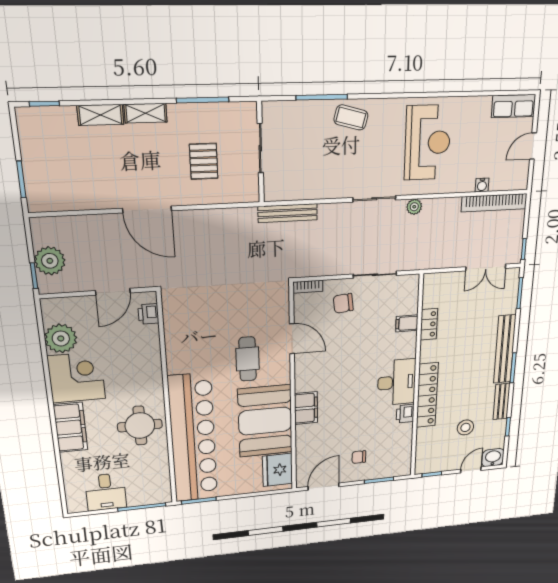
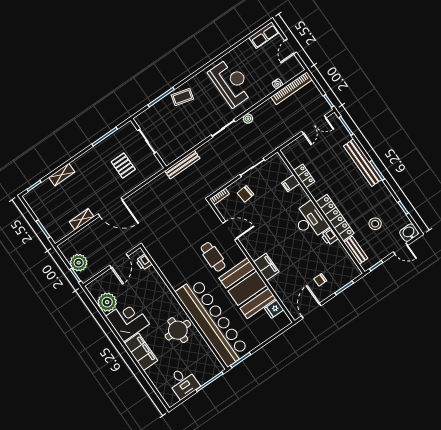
shelving: (146, 113) -> (82, 219), moved
bench: (502, 401) -> (356, 250), moved
fridge: (278, 470) -> (274, 309), width x0.53, depth x0.75
door: (471, 470) -> (400, 249), swing flipped

